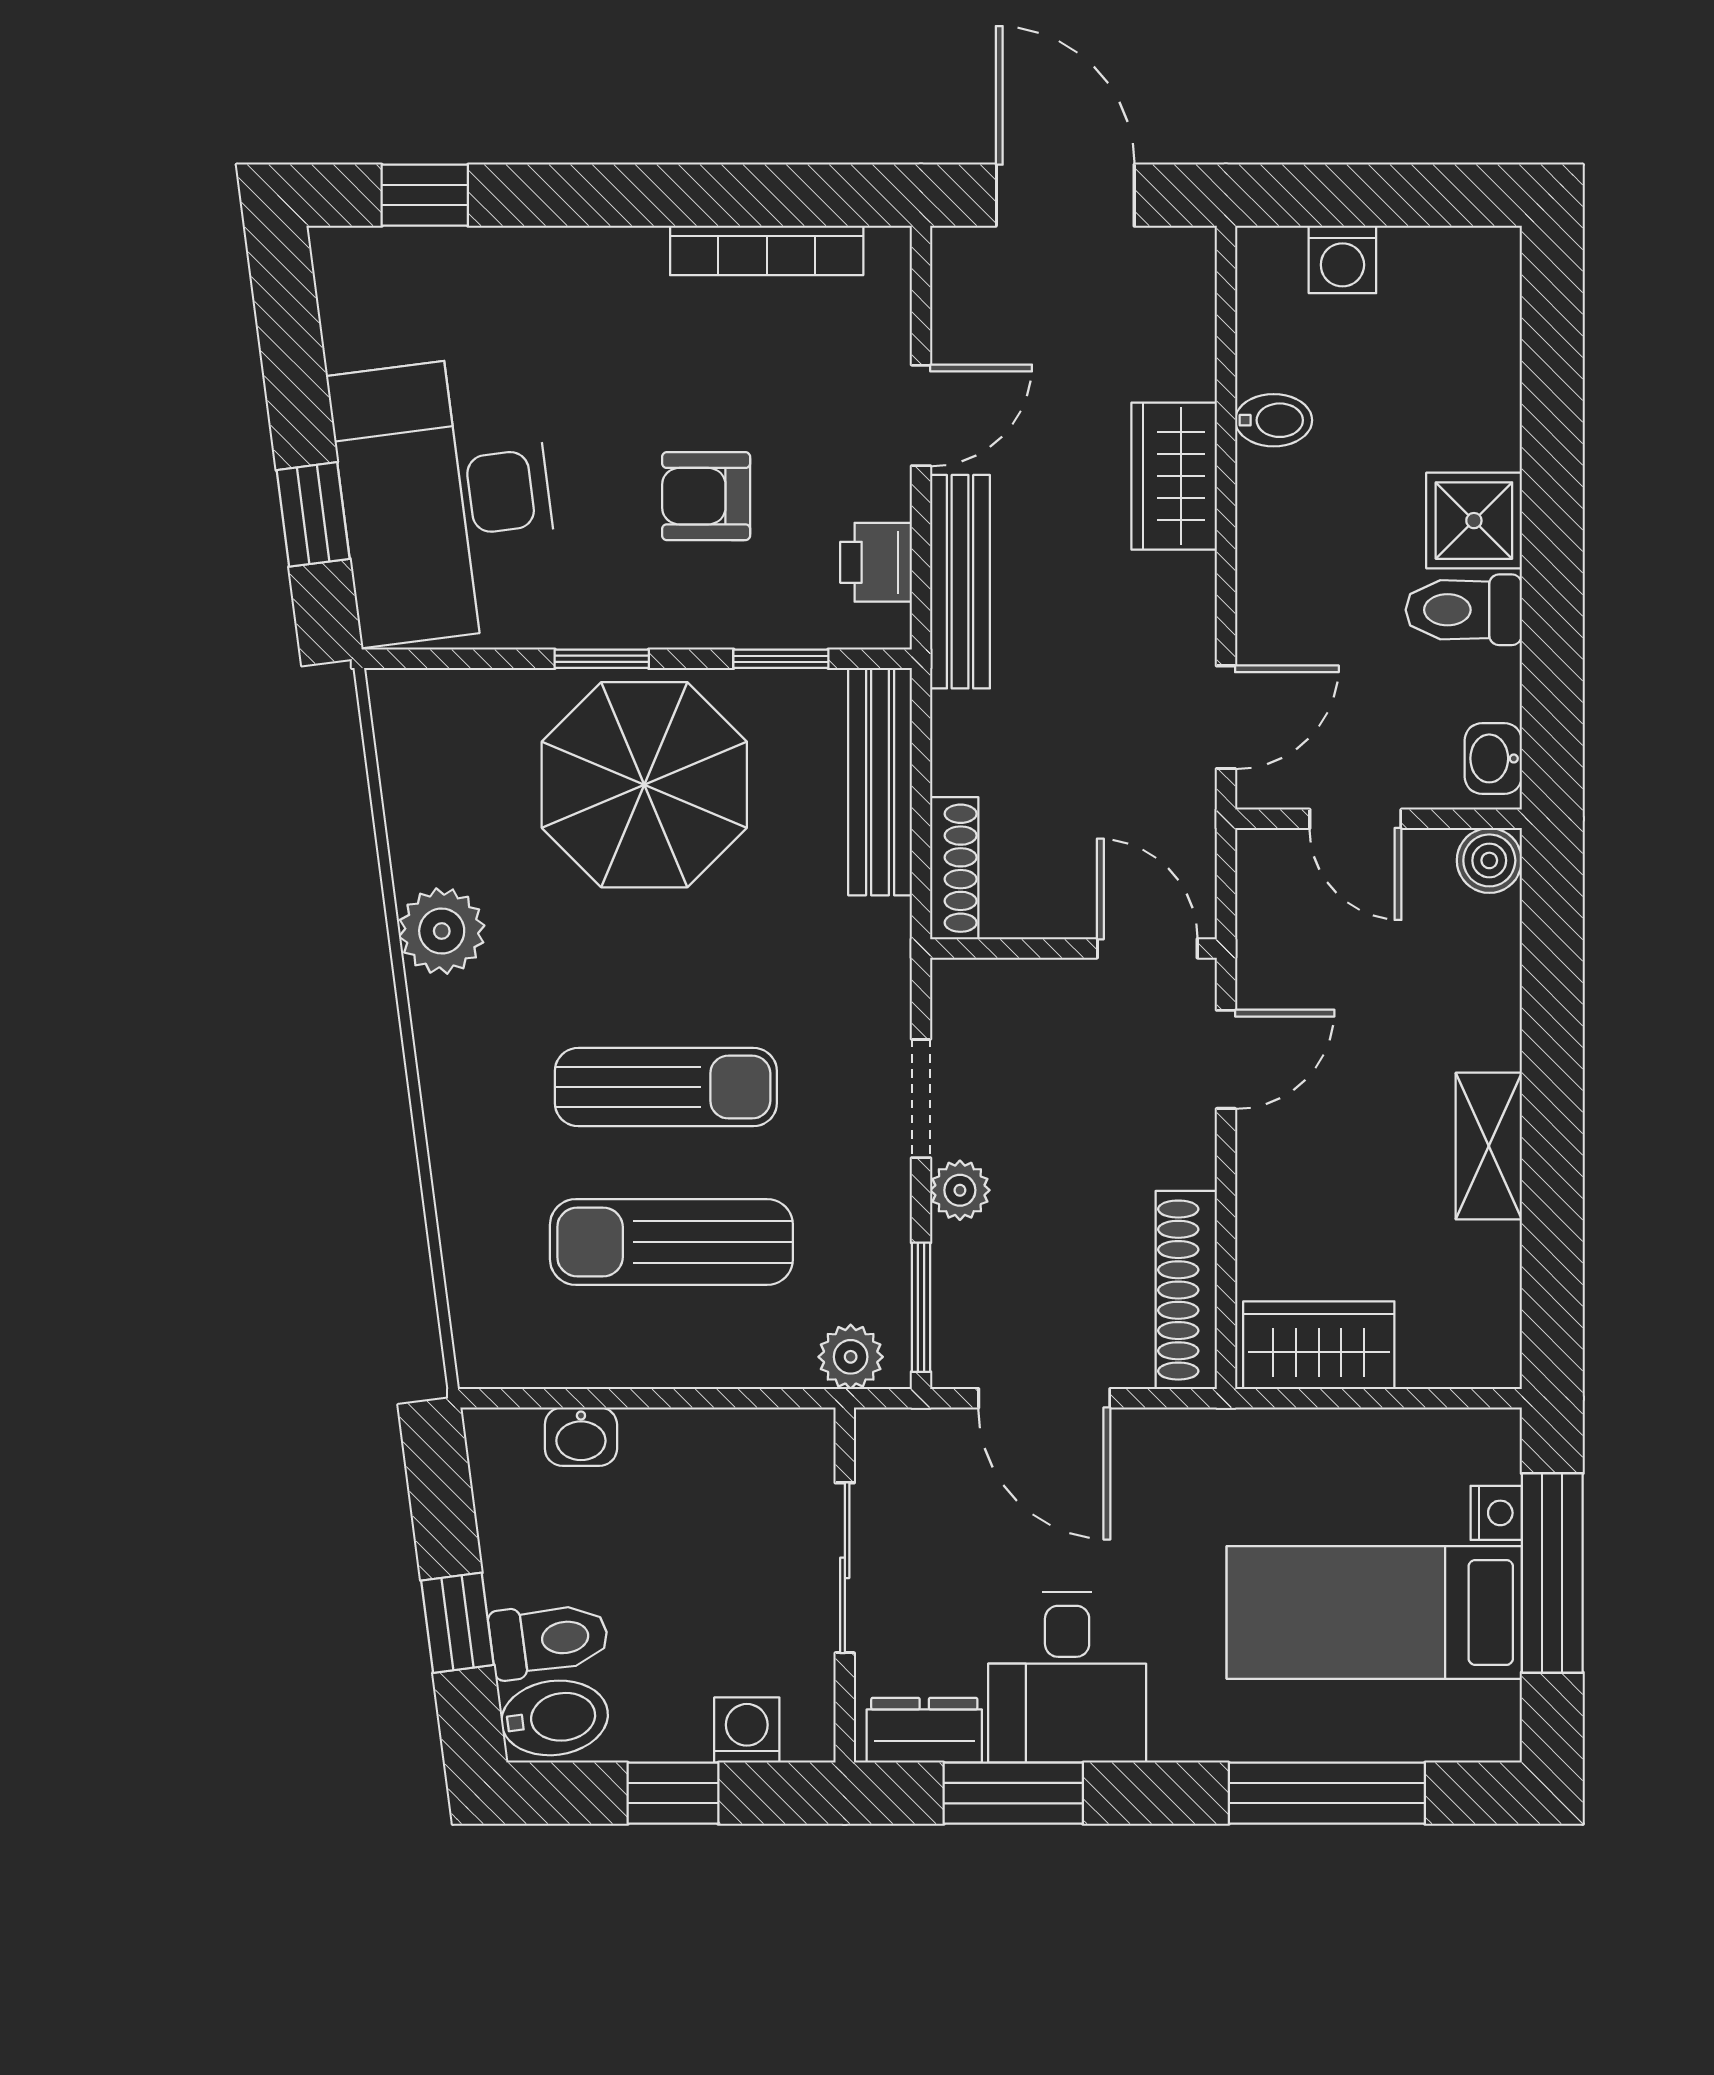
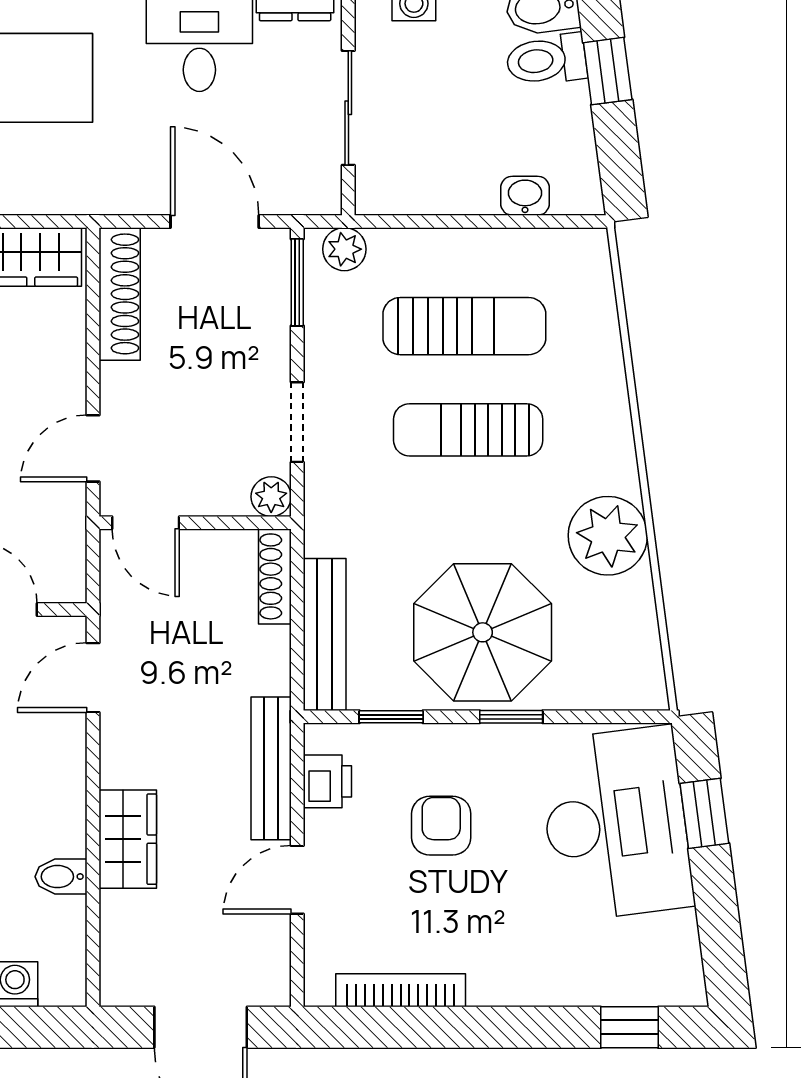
armchair: (706, 496) -> (441, 826), turned -90
plant: (442, 931) -> (608, 536), width x1.36, depth x1.36
plant: (960, 1190) -> (271, 497), moved

